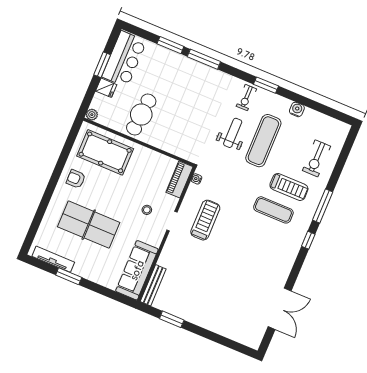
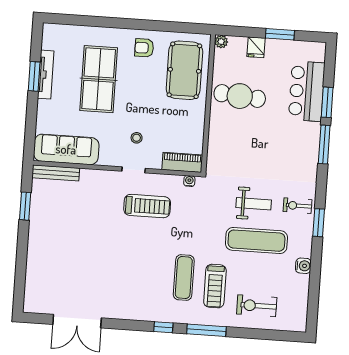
bar counter: (124, 59) -> (307, 91), moved, turned 90
armchair: (76, 179) -> (144, 48), turned -90
tv unit: (53, 259) -> (46, 75), moved

